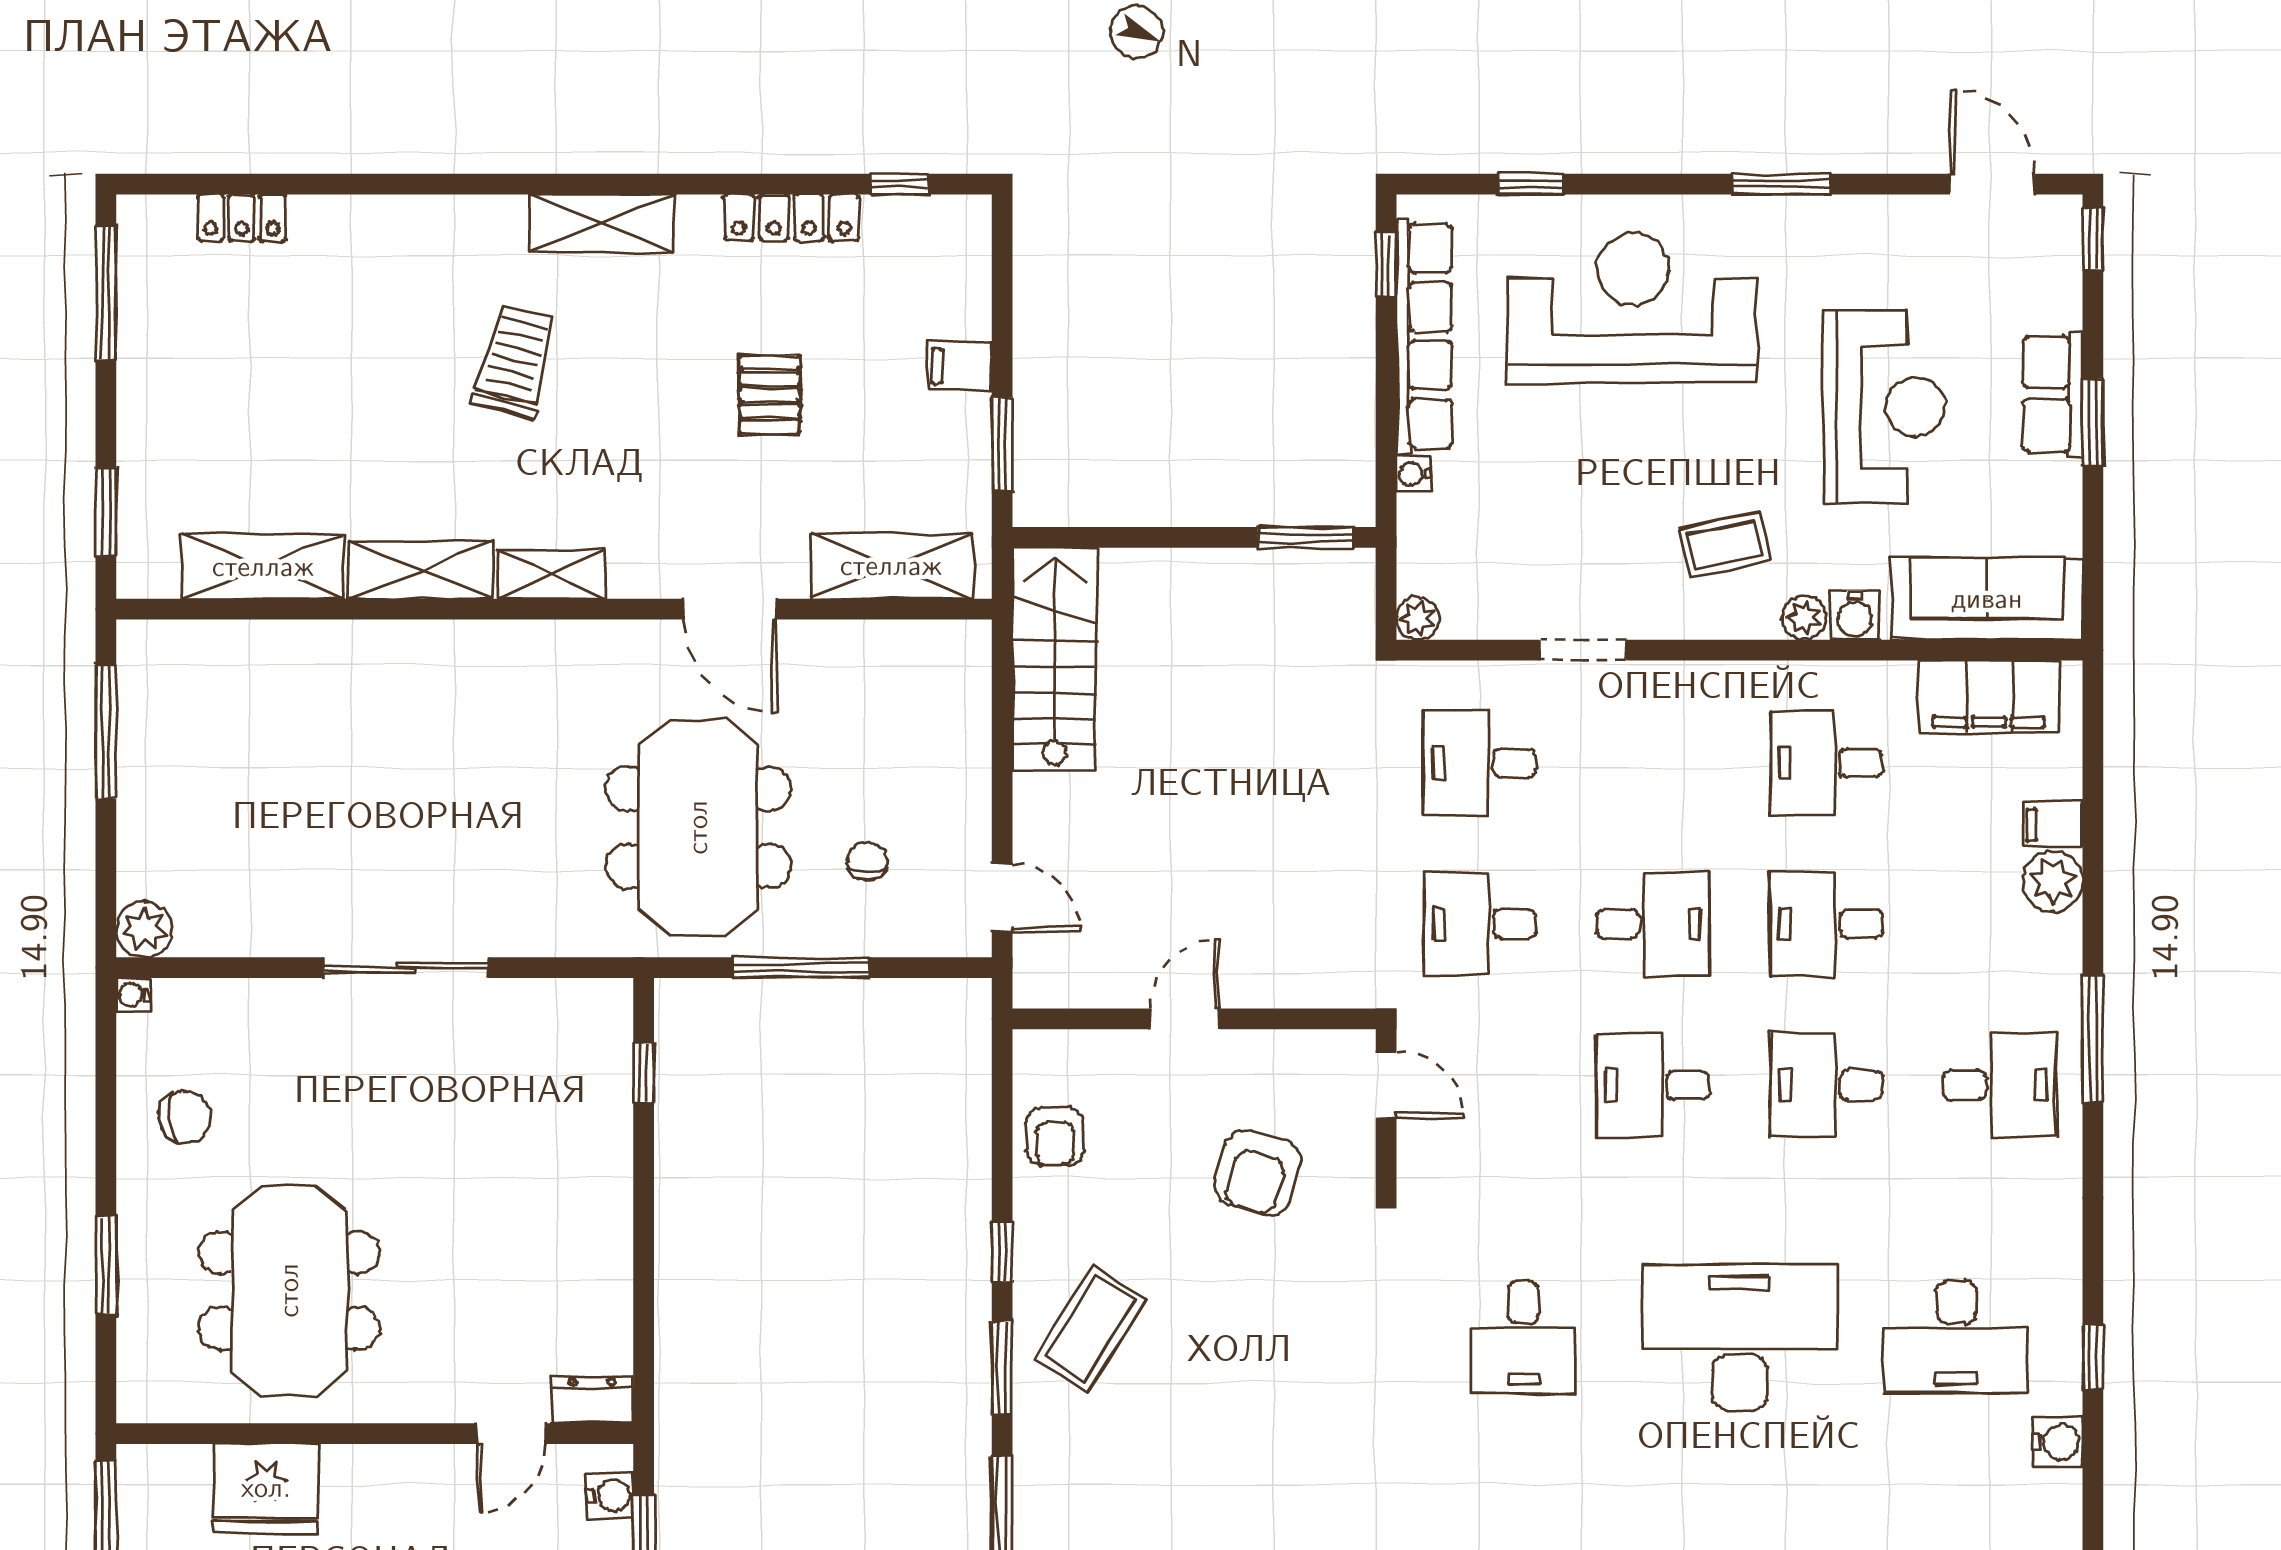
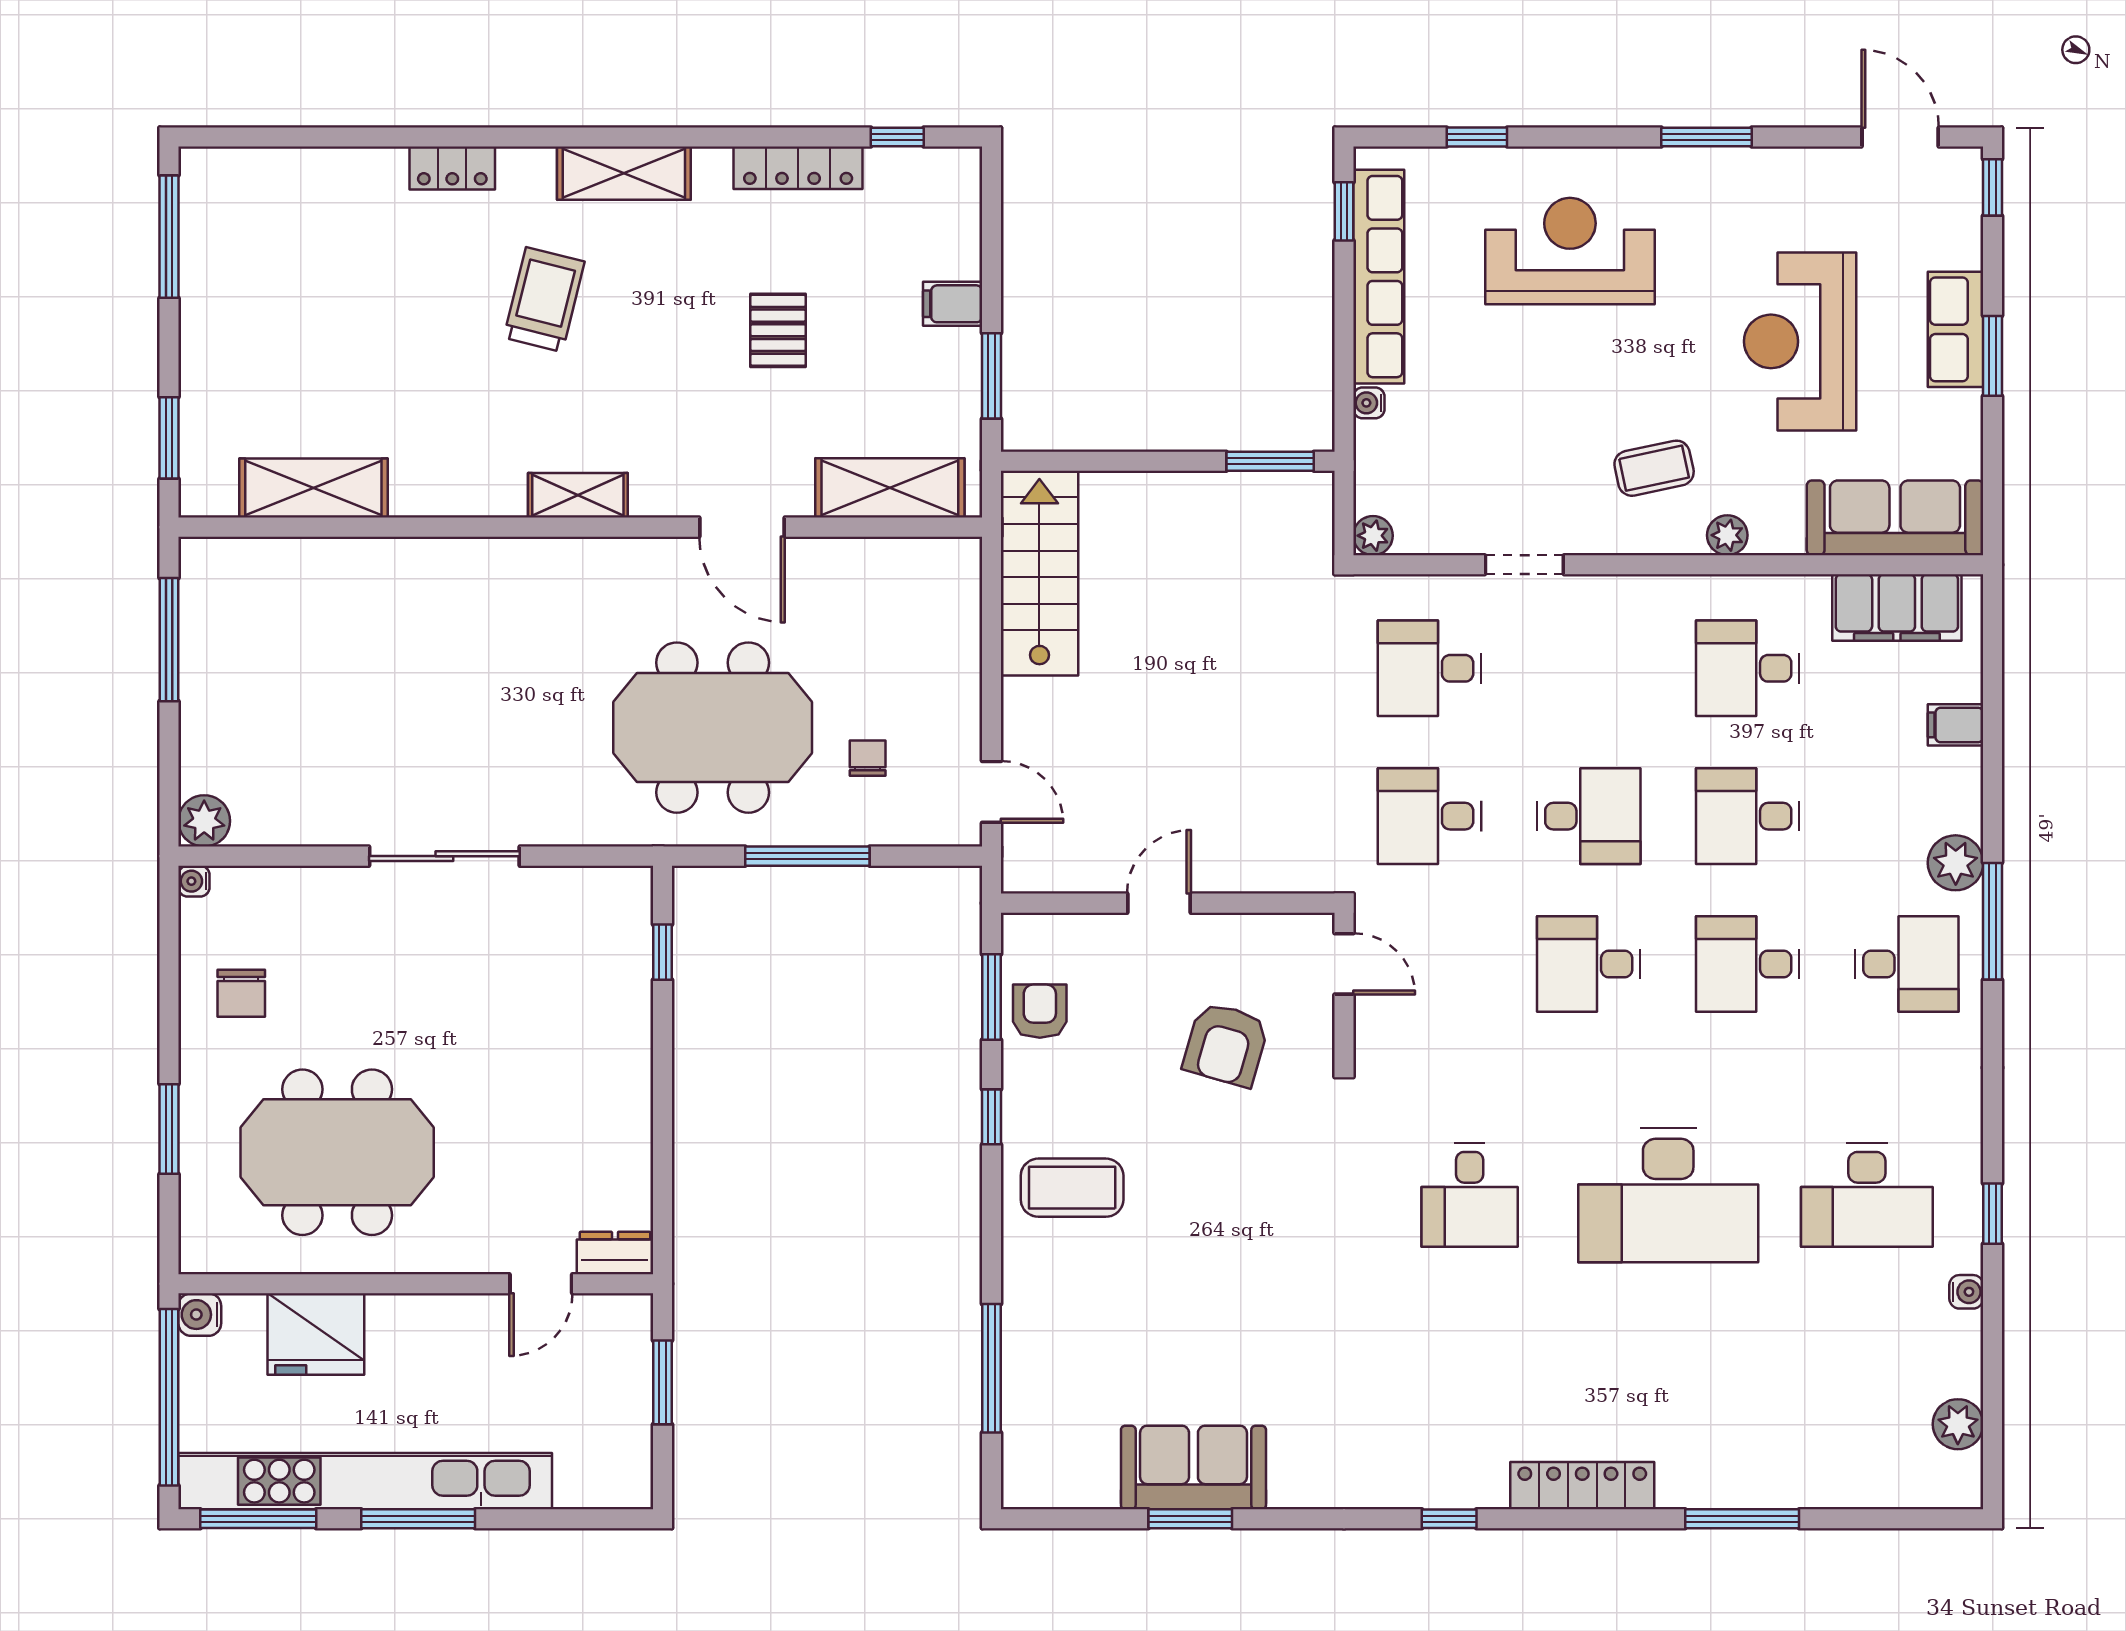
locker: (242, 218) -> (452, 168), moved
reception desk: (1632, 308) -> (1570, 251), width x0.74, depth x0.77
reception desk: (1883, 407) -> (1800, 341), turned 180
shelving: (421, 570) -> (458, 491), removed
water cooler: (1855, 615) -> (1774, 533), removed
meeting table: (698, 827) -> (713, 728), turned 90
plant: (2053, 881) -> (1956, 863), moved
chair: (185, 1117) -> (241, 993), turned 96
armchair: (1055, 1136) -> (1040, 1011), turned 180
meeting table: (289, 1290) -> (337, 1152), turned 90
coffee table: (1090, 1329) -> (1072, 1188), turned 58
desk: (1740, 1337) -> (1668, 1195), turned 180
window: (1002, 1368) -> (991, 997), moved
water cooler: (2057, 1442) -> (1966, 1292), width x0.72, depth x0.72
water cooler: (610, 1495) -> (200, 1315), moved, turned 180

